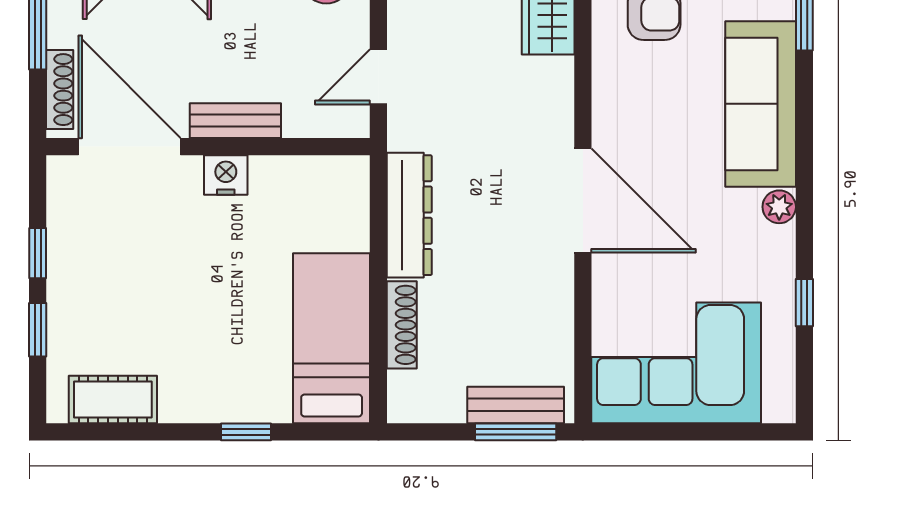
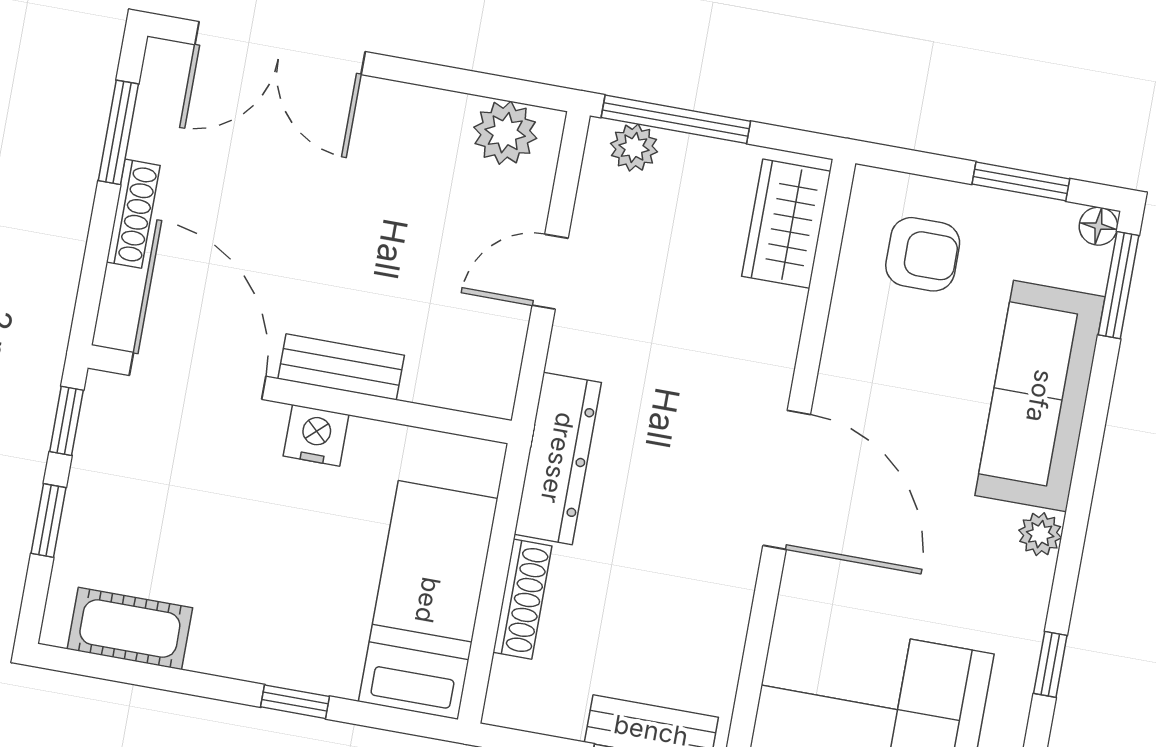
bench: (235, 121) -> (341, 367), moved
door: (129, 147) -> (198, 376), moved
wall: (208, 147) -> (300, 394), moved
nightstand: (226, 175) -> (316, 435), moved

